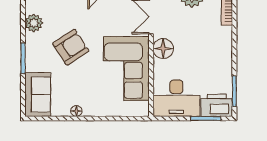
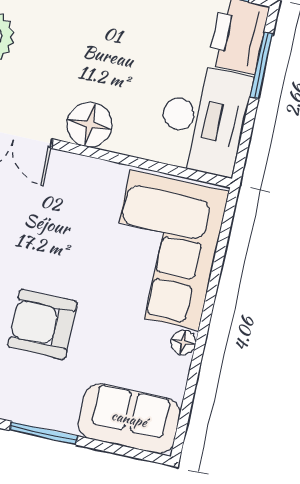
armchair: (71, 47) -> (42, 324), turned -57
corner sofa: (126, 69) -> (164, 250), moved, turned 90

